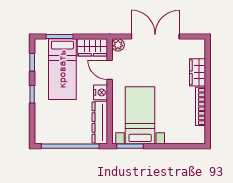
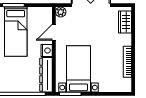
wardrobe: (92, 47) -> (40, 14), removed
door: (110, 70) -> (54, 32), hinge flipped
wardrobe: (198, 72) -> (125, 22), moved

